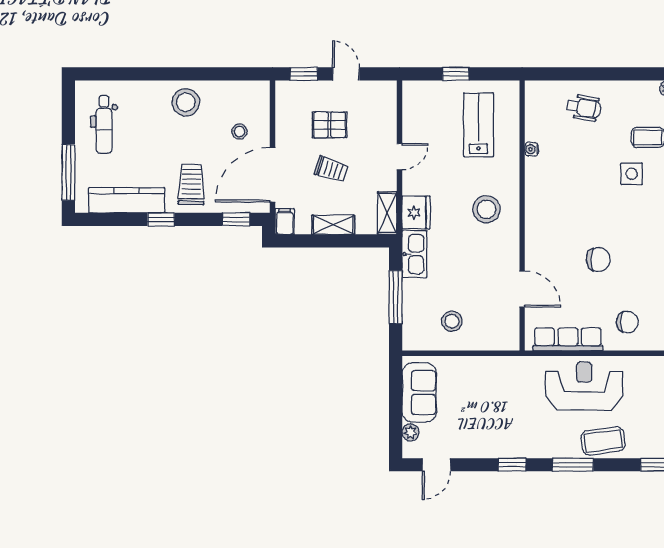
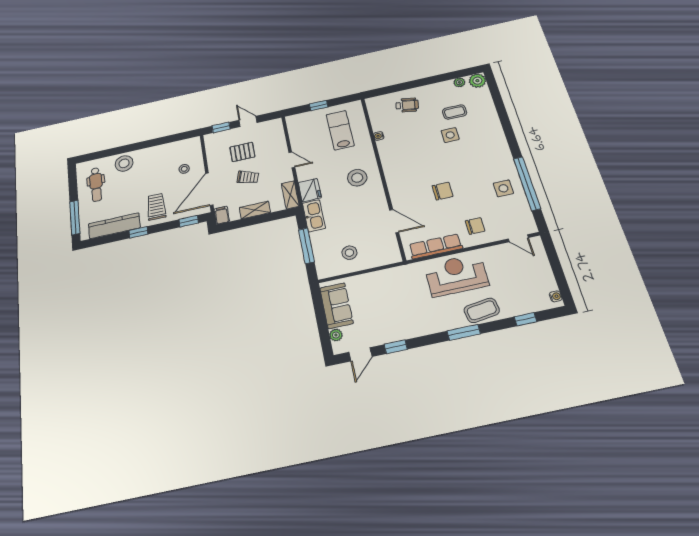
stool: (186, 102) -> (124, 163), moved
door: (399, 157) -> (292, 160), hinge flipped
window: (512, 465) -> (396, 347), moved

